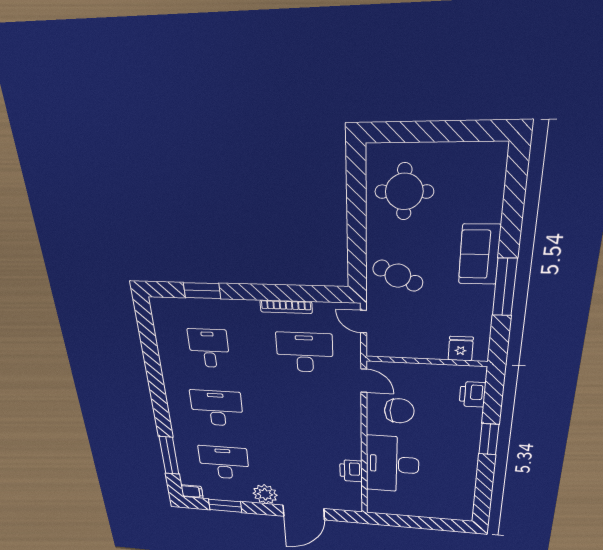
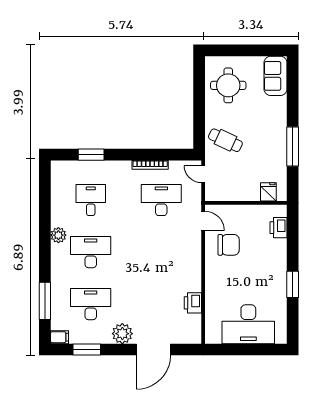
sofa: (480, 254) -> (276, 76), moved
plant: (173, 387) -> (58, 235), added
window: (489, 439) -> (293, 284), moved
desk: (392, 464) -> (248, 324), moved, turned -90

